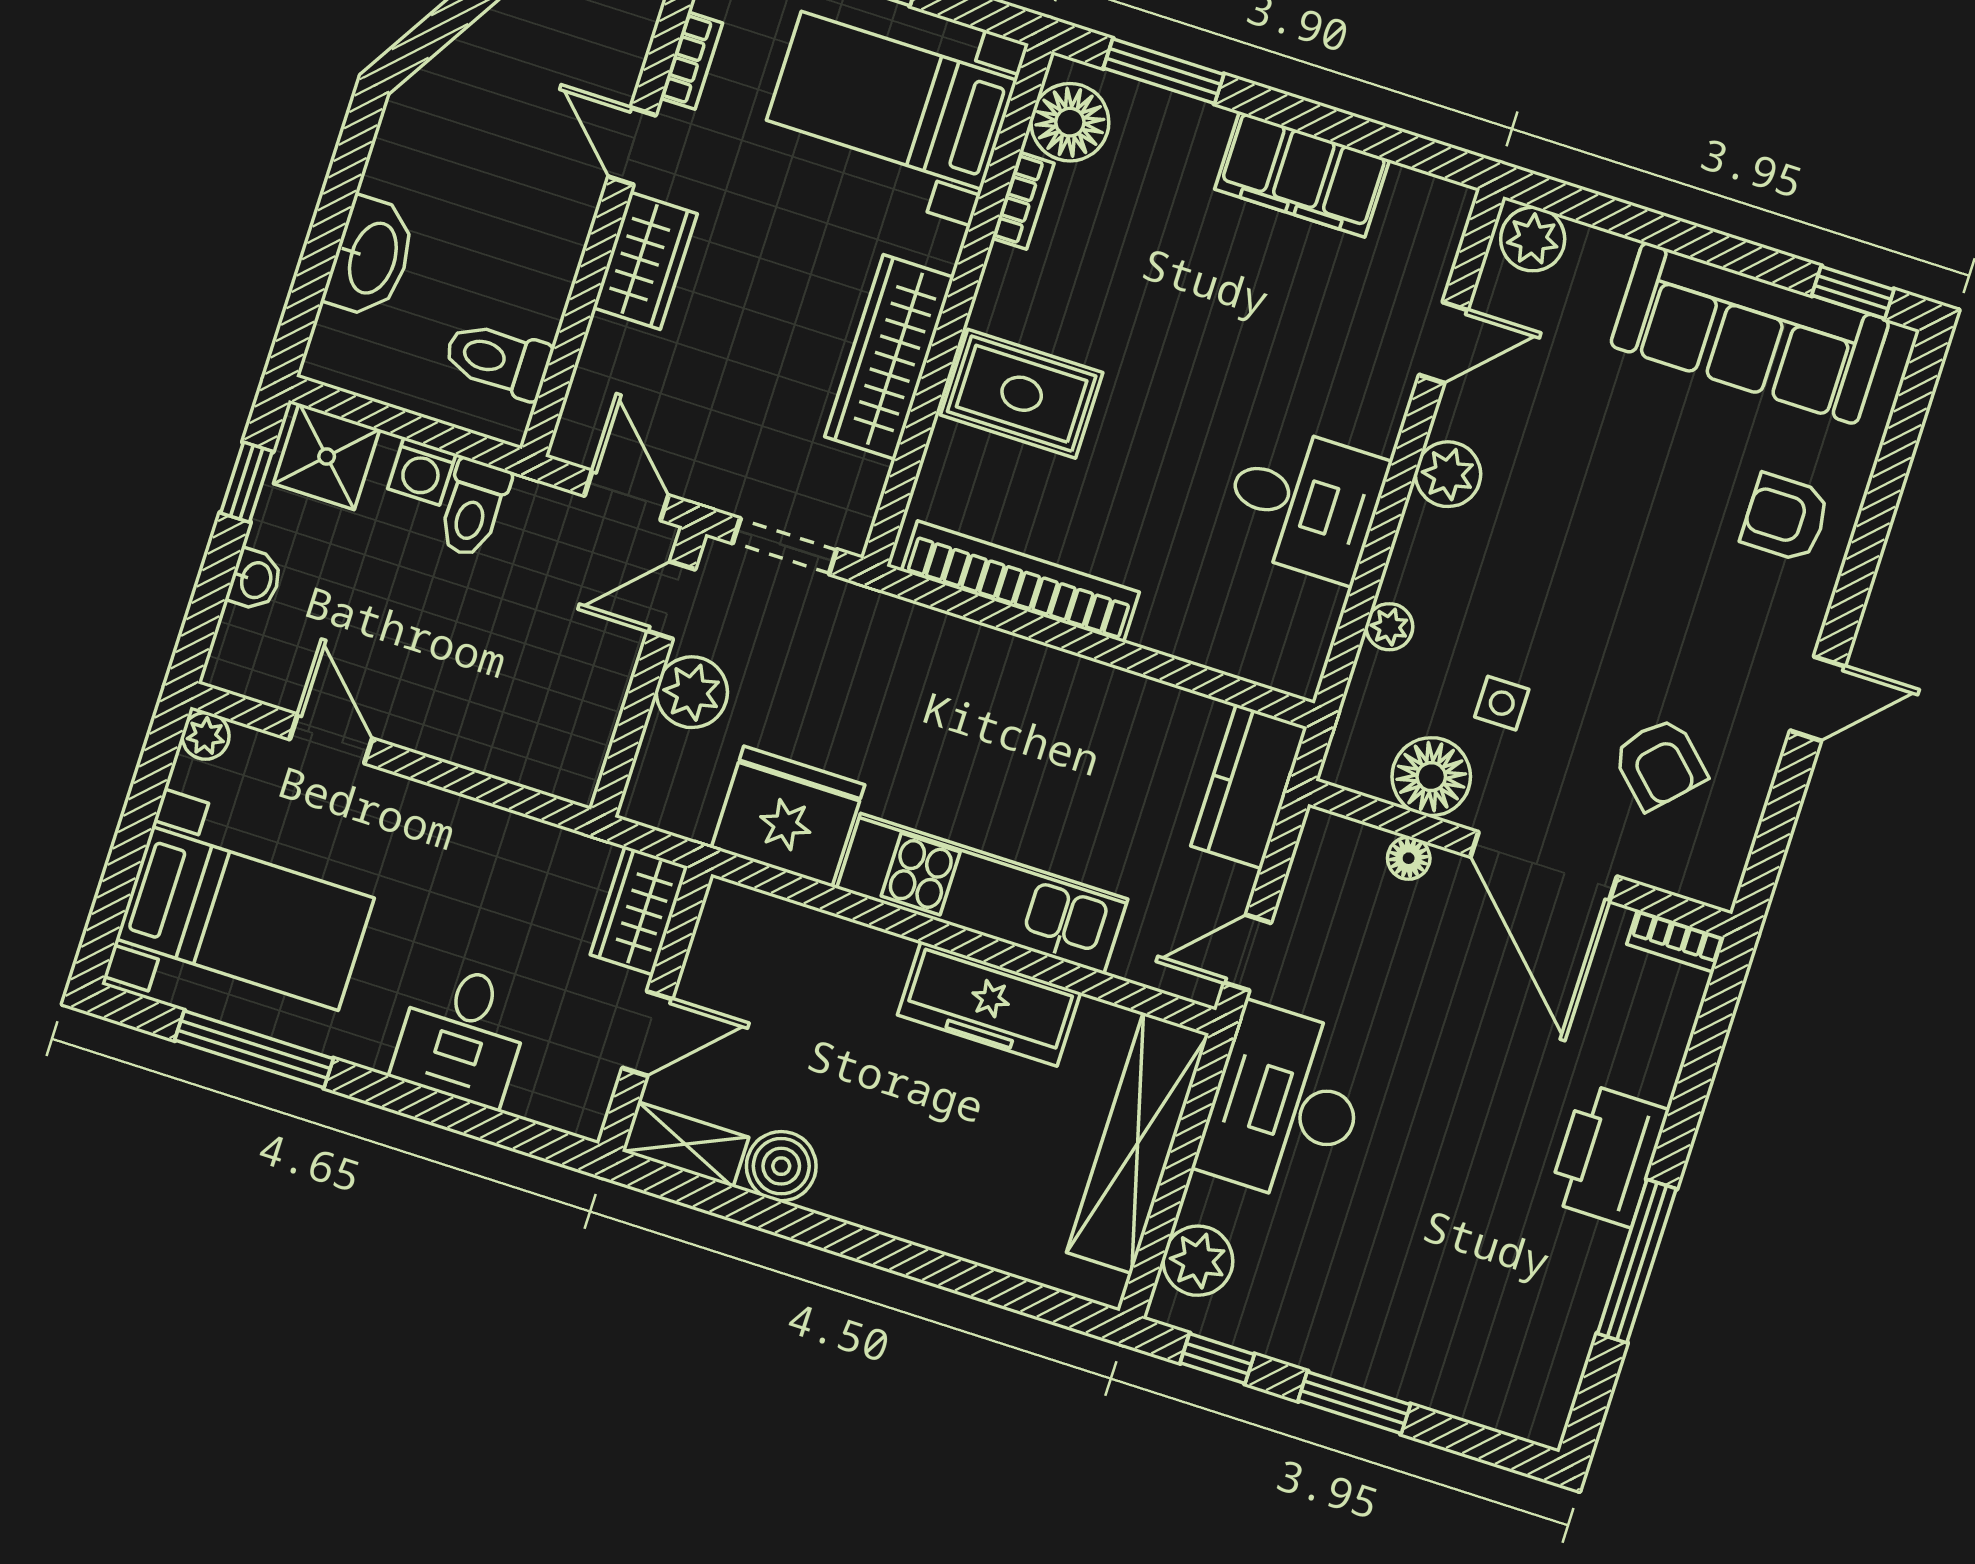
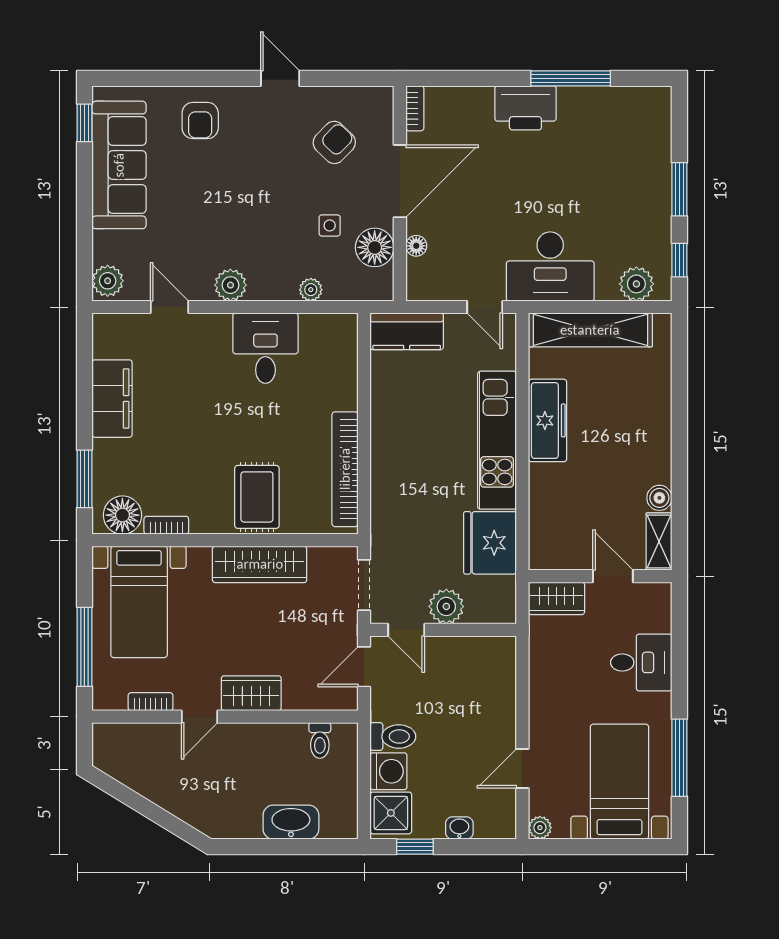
toilet: (498, 360) -> (320, 740), width x0.73, depth x0.72
washing machine: (422, 471) -> (388, 771), width x1.38, depth x1.38
boiler: (781, 1166) -> (659, 498), width x0.73, depth x0.73

